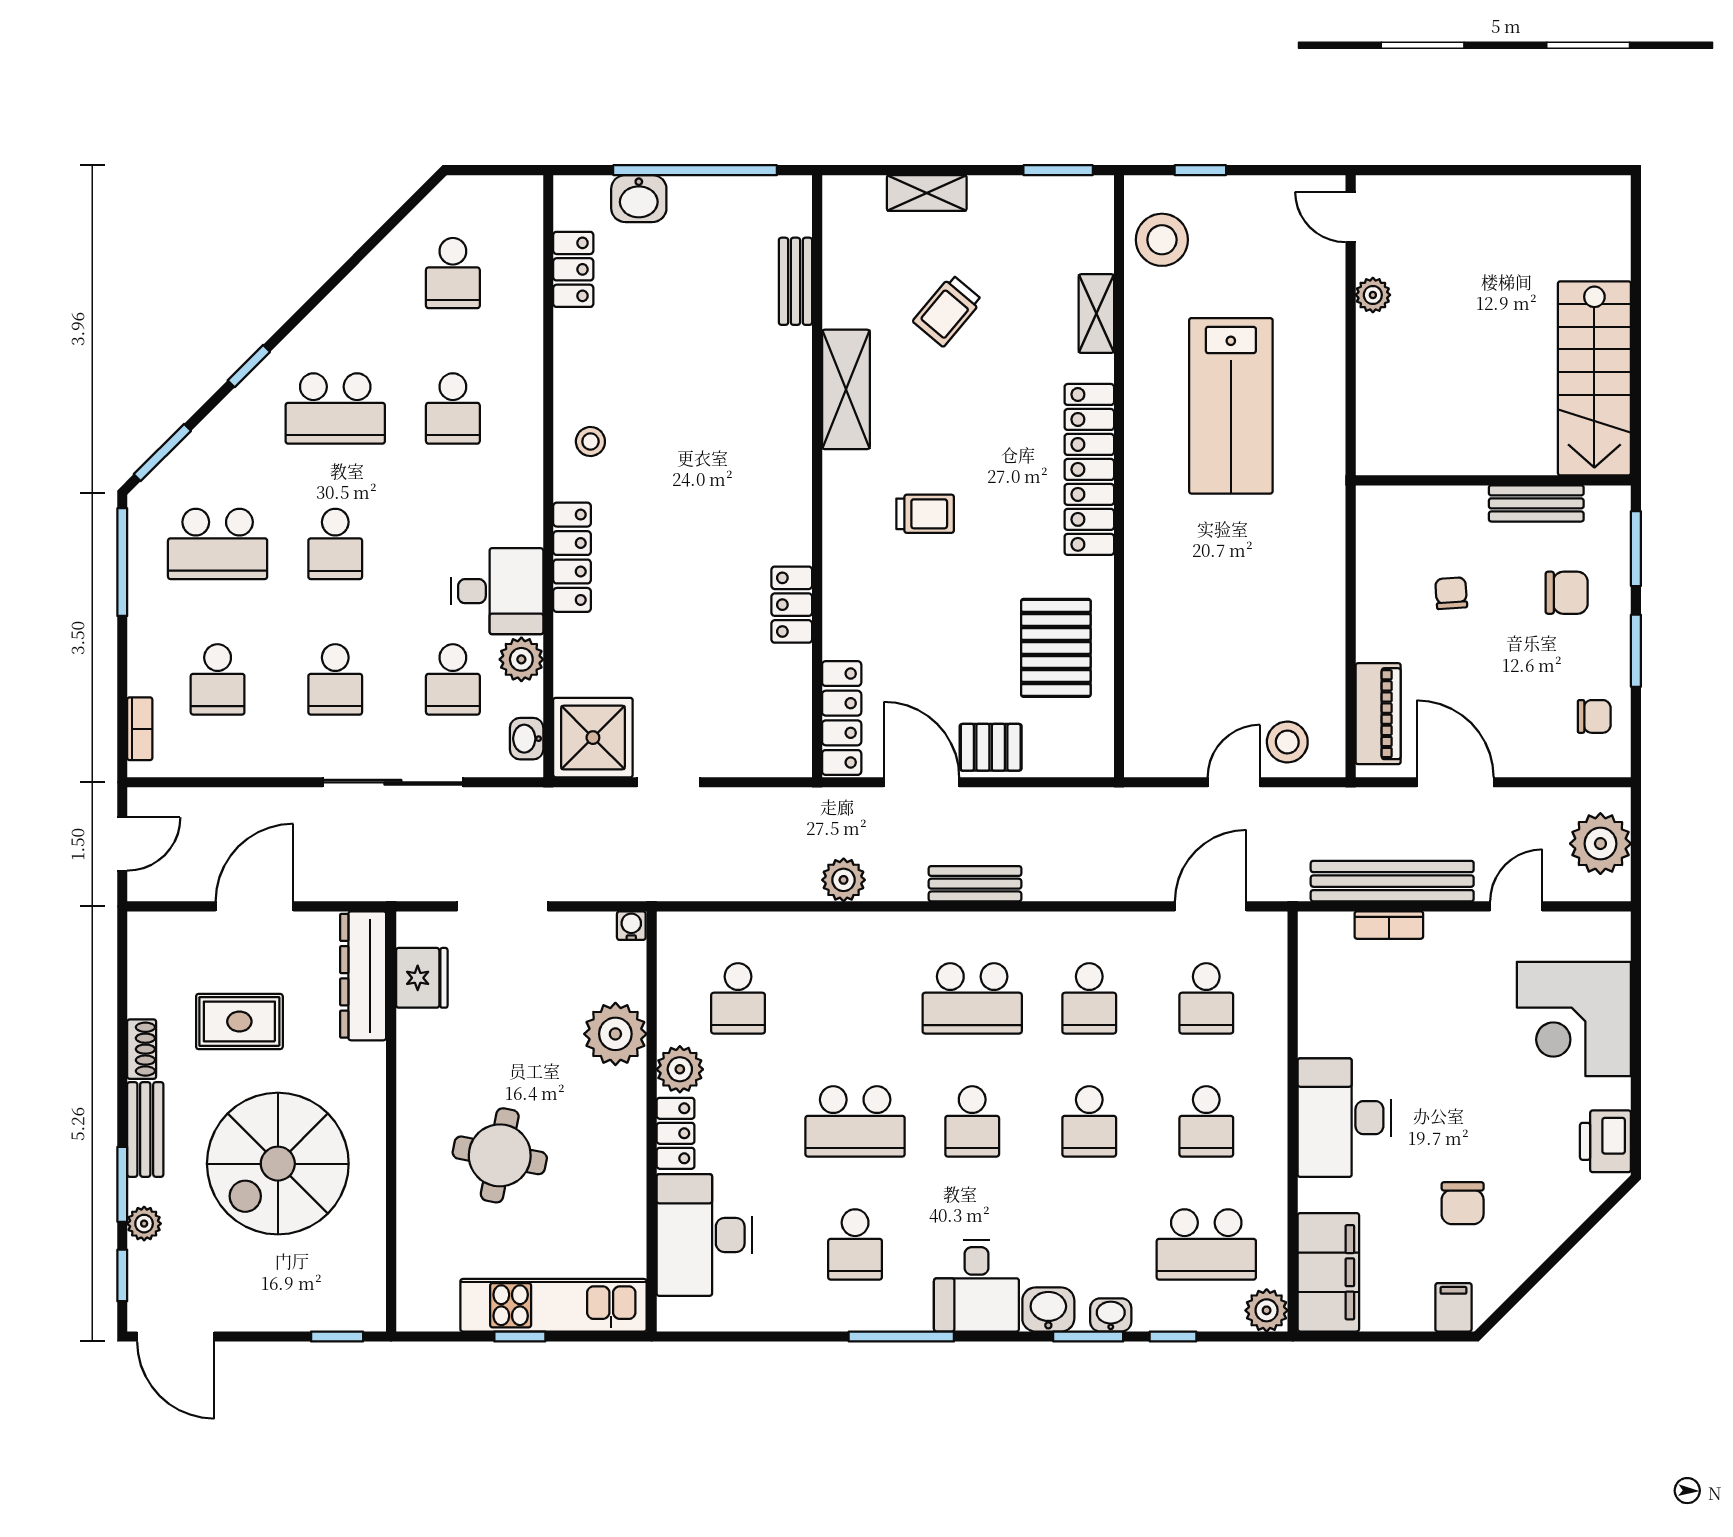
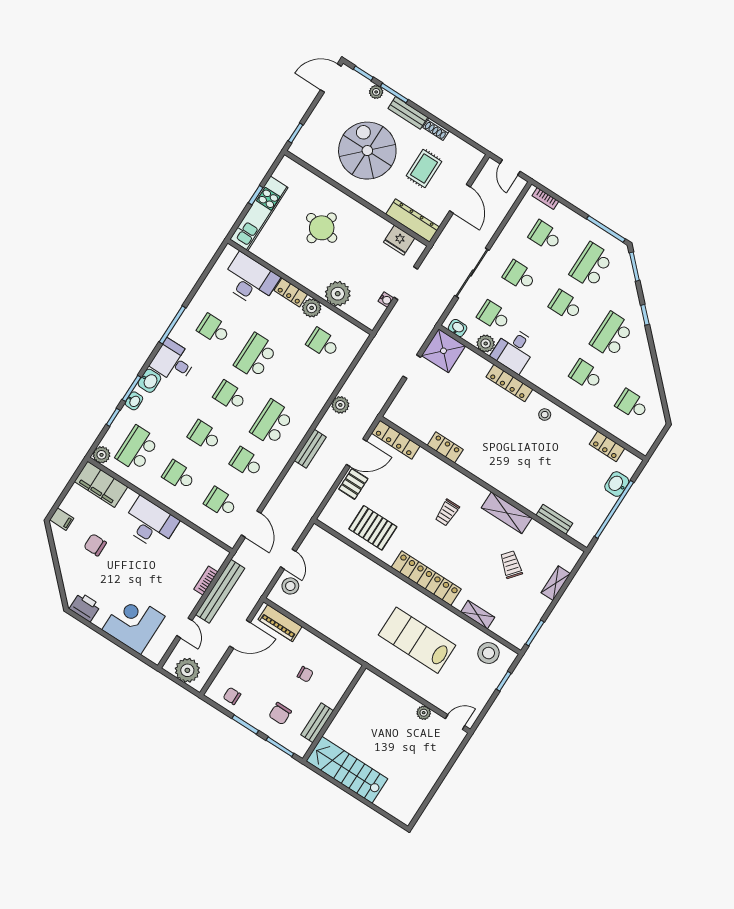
chair: (1594, 716) -> (232, 696), turned 90
water cooler: (631, 926) -> (386, 300), moved

